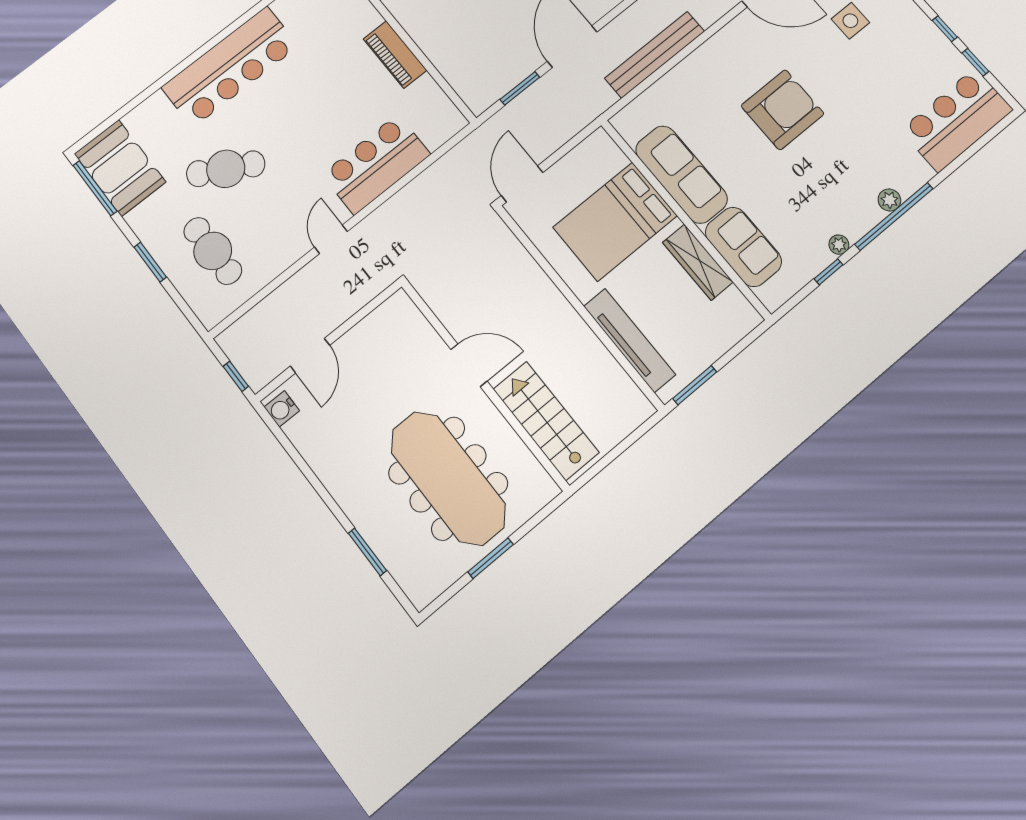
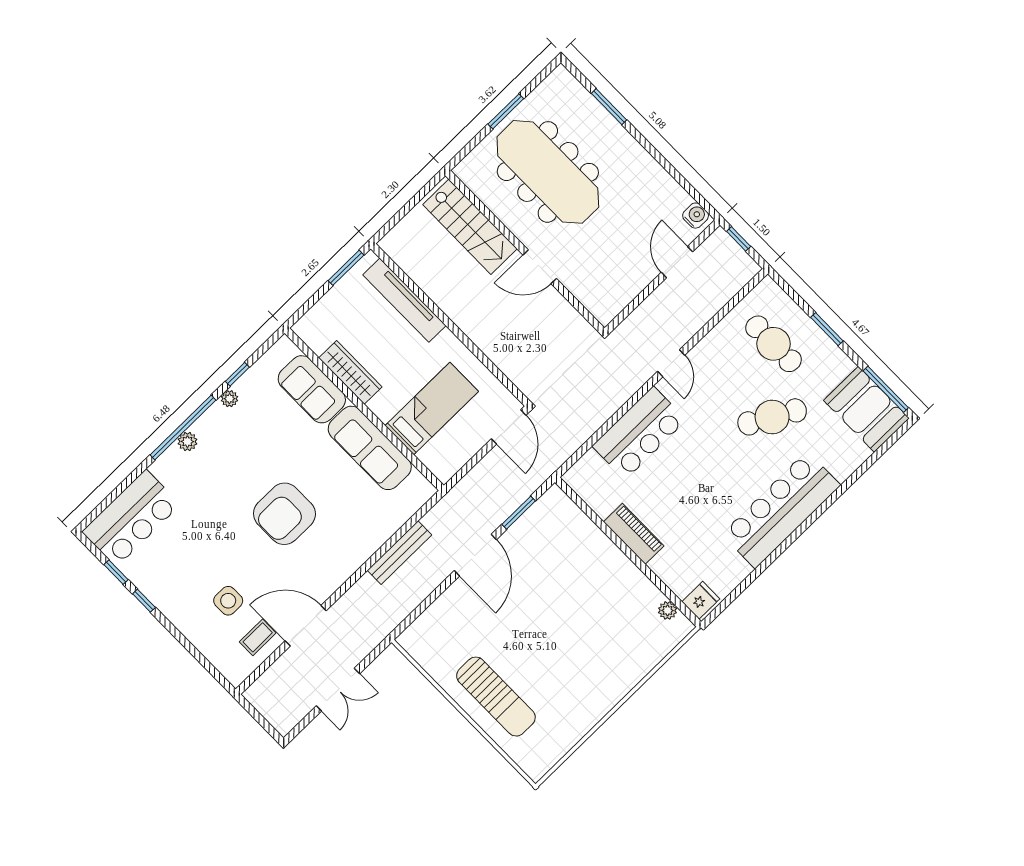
bench: (655, 55) -> (400, 553), width x0.73, depth x0.82
bed: (615, 221) -> (432, 409), width x0.67

